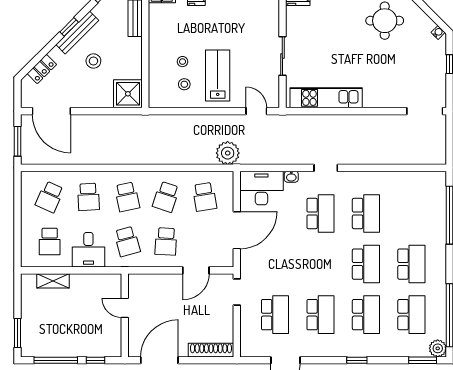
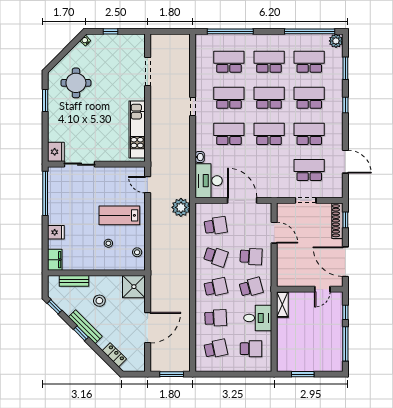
sliding door: (282, 56) -> (80, 164), moved
stool: (93, 61) -> (99, 301), moved
stool: (184, 84) -> (137, 252), moved
door: (51, 111) -> (148, 328), moved
door: (256, 111) -> (148, 185), hinge flipped
doorway: (425, 111) -> (148, 71), moved
doorway: (326, 168) -> (193, 106), moved
school desk: (50, 197) -> (216, 349), turned -36
school desk: (411, 213) -> (229, 62), added
school desk: (320, 264) -> (269, 134), added
shelving: (53, 281) -> (282, 304), moved
doorway: (237, 292) -> (306, 200), moved
door: (125, 308) -> (322, 289), moved
window: (18, 333) -> (303, 374), moved
window: (212, 360) -> (345, 220), added
window: (423, 360) -> (345, 68), moved

